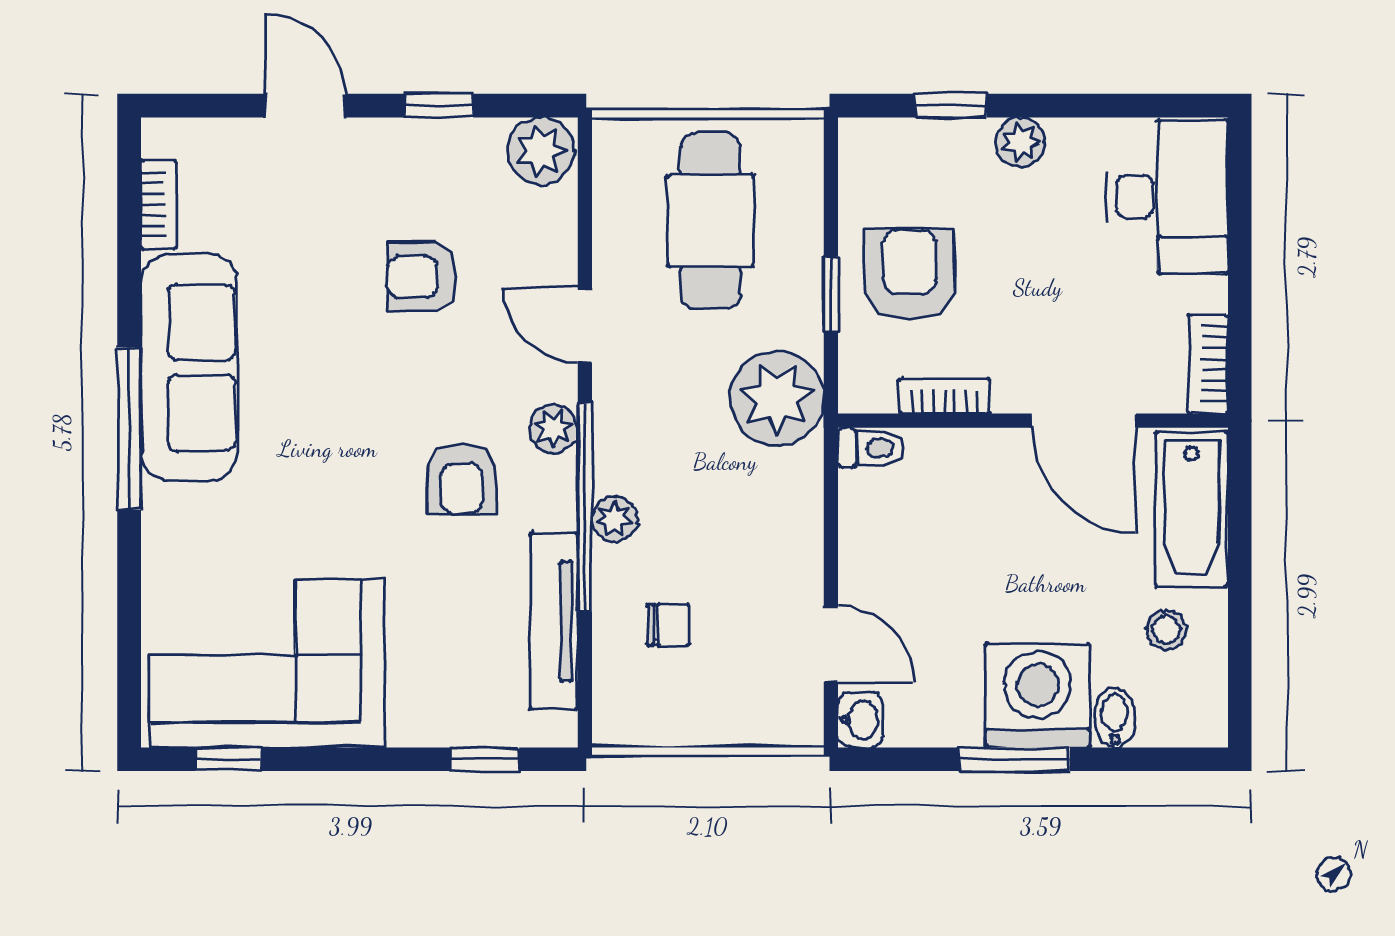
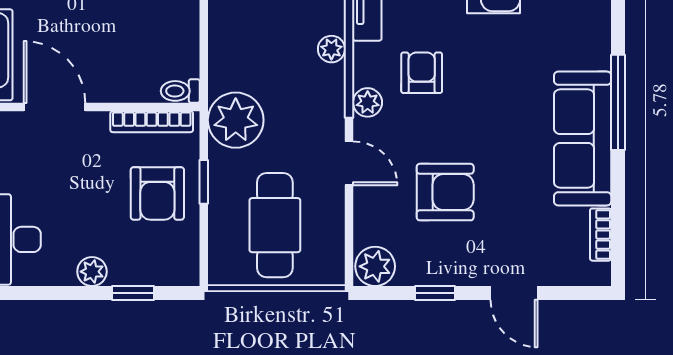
armchair: (422, 277) -> (445, 192), width x1.38, depth x1.38
bookcase: (944, 396) -> (152, 122), width x1.56

